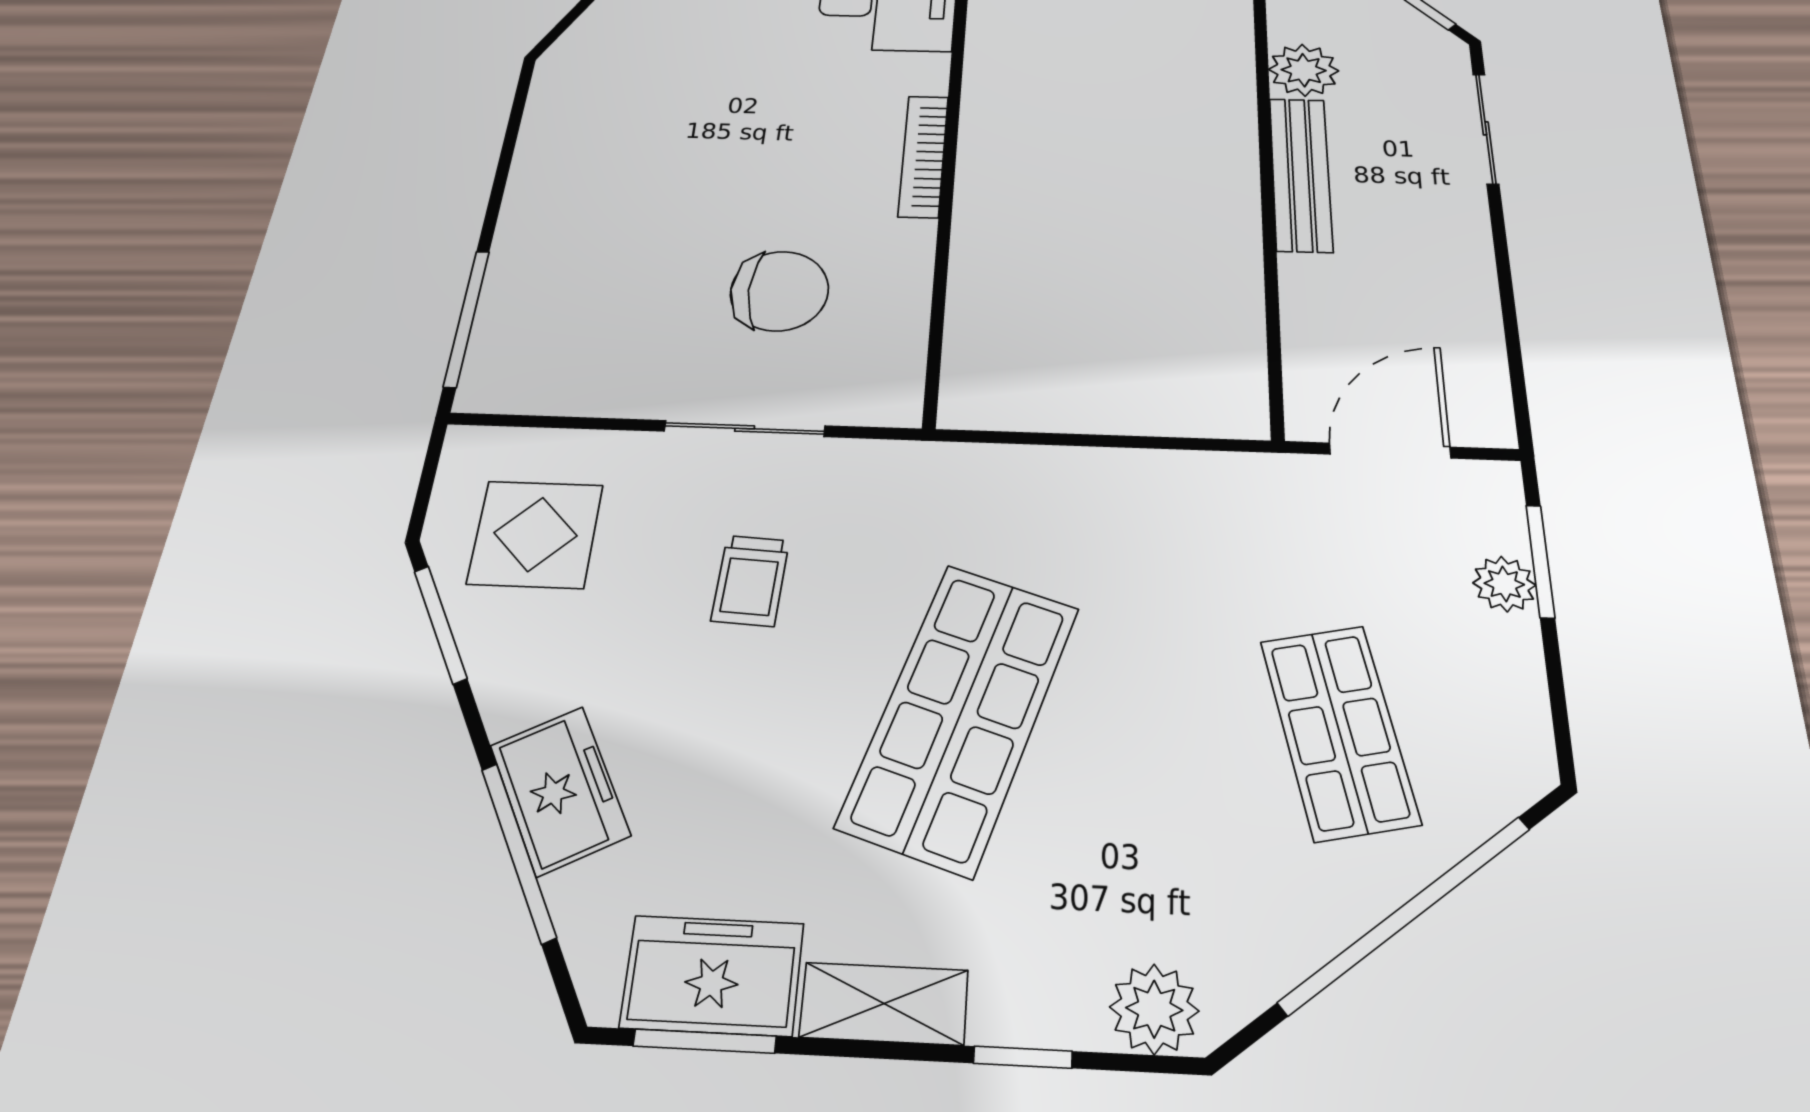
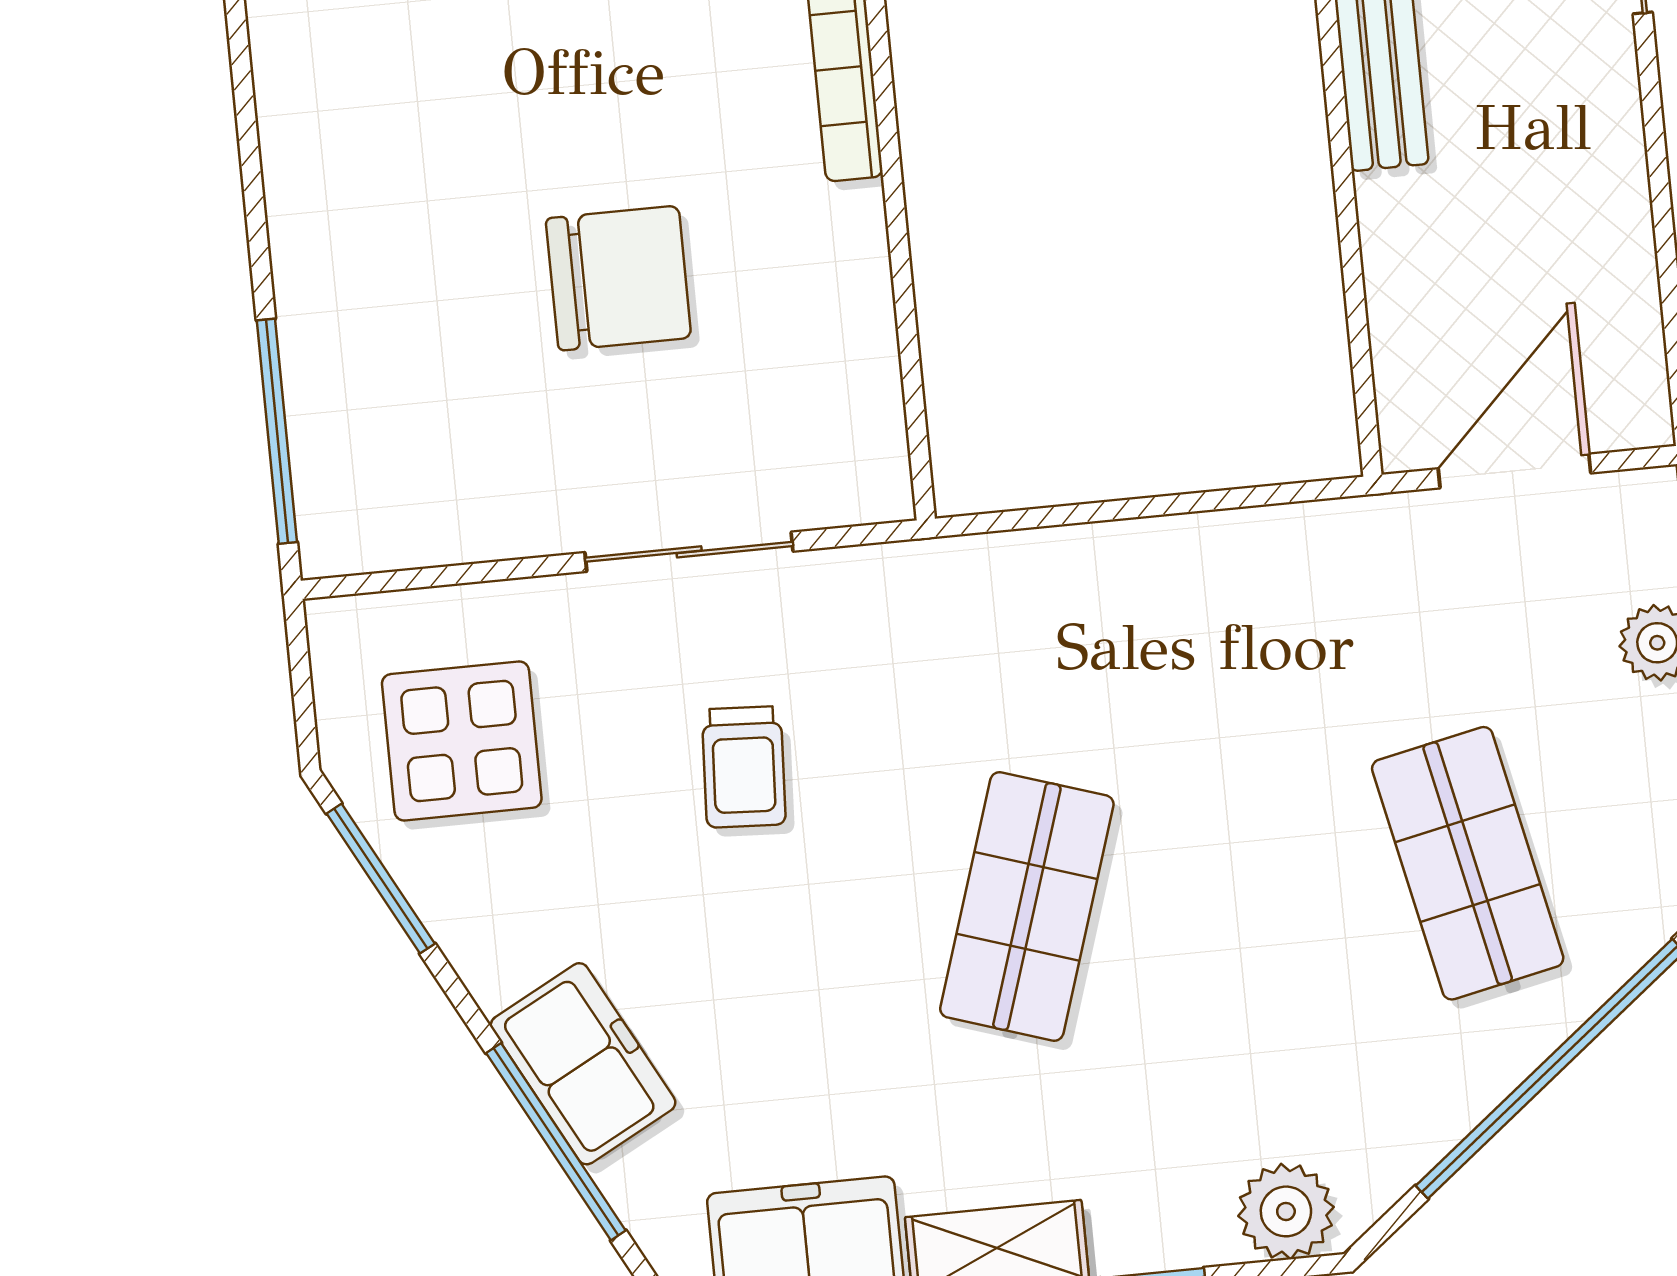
chair: (779, 291) -> (619, 278), moved
shop shelf: (960, 715) -> (1027, 906), width x0.70, depth x0.74

